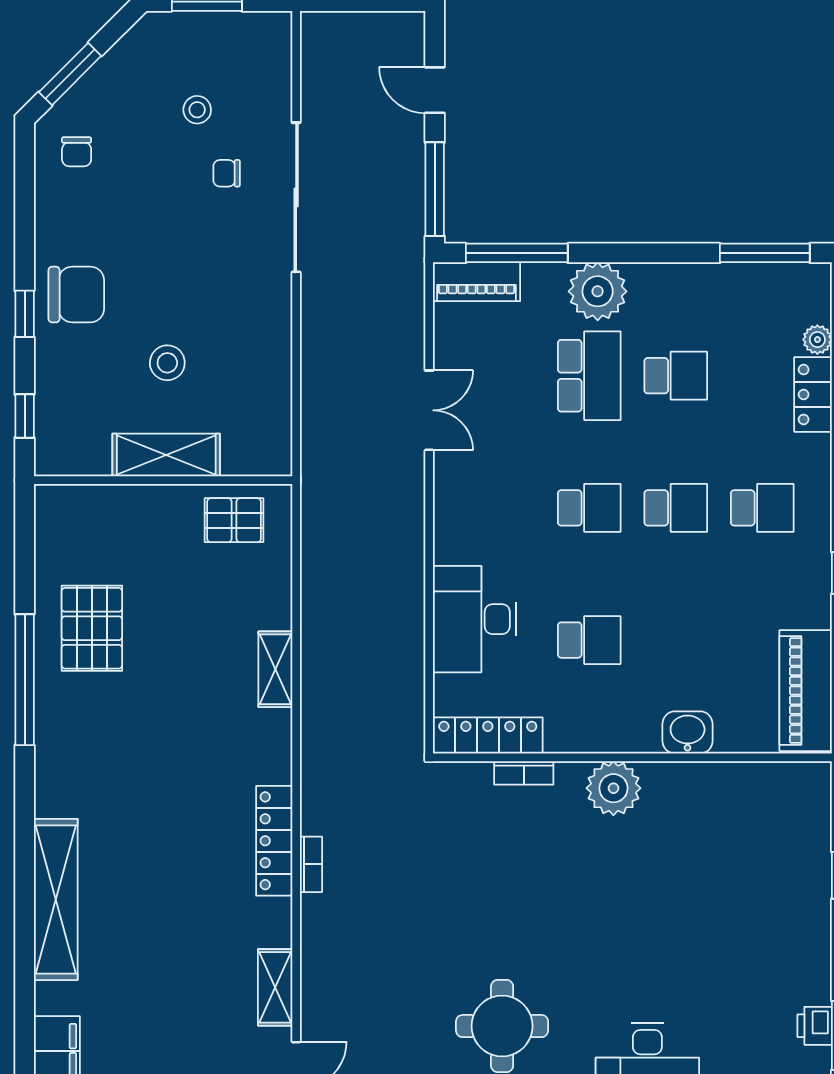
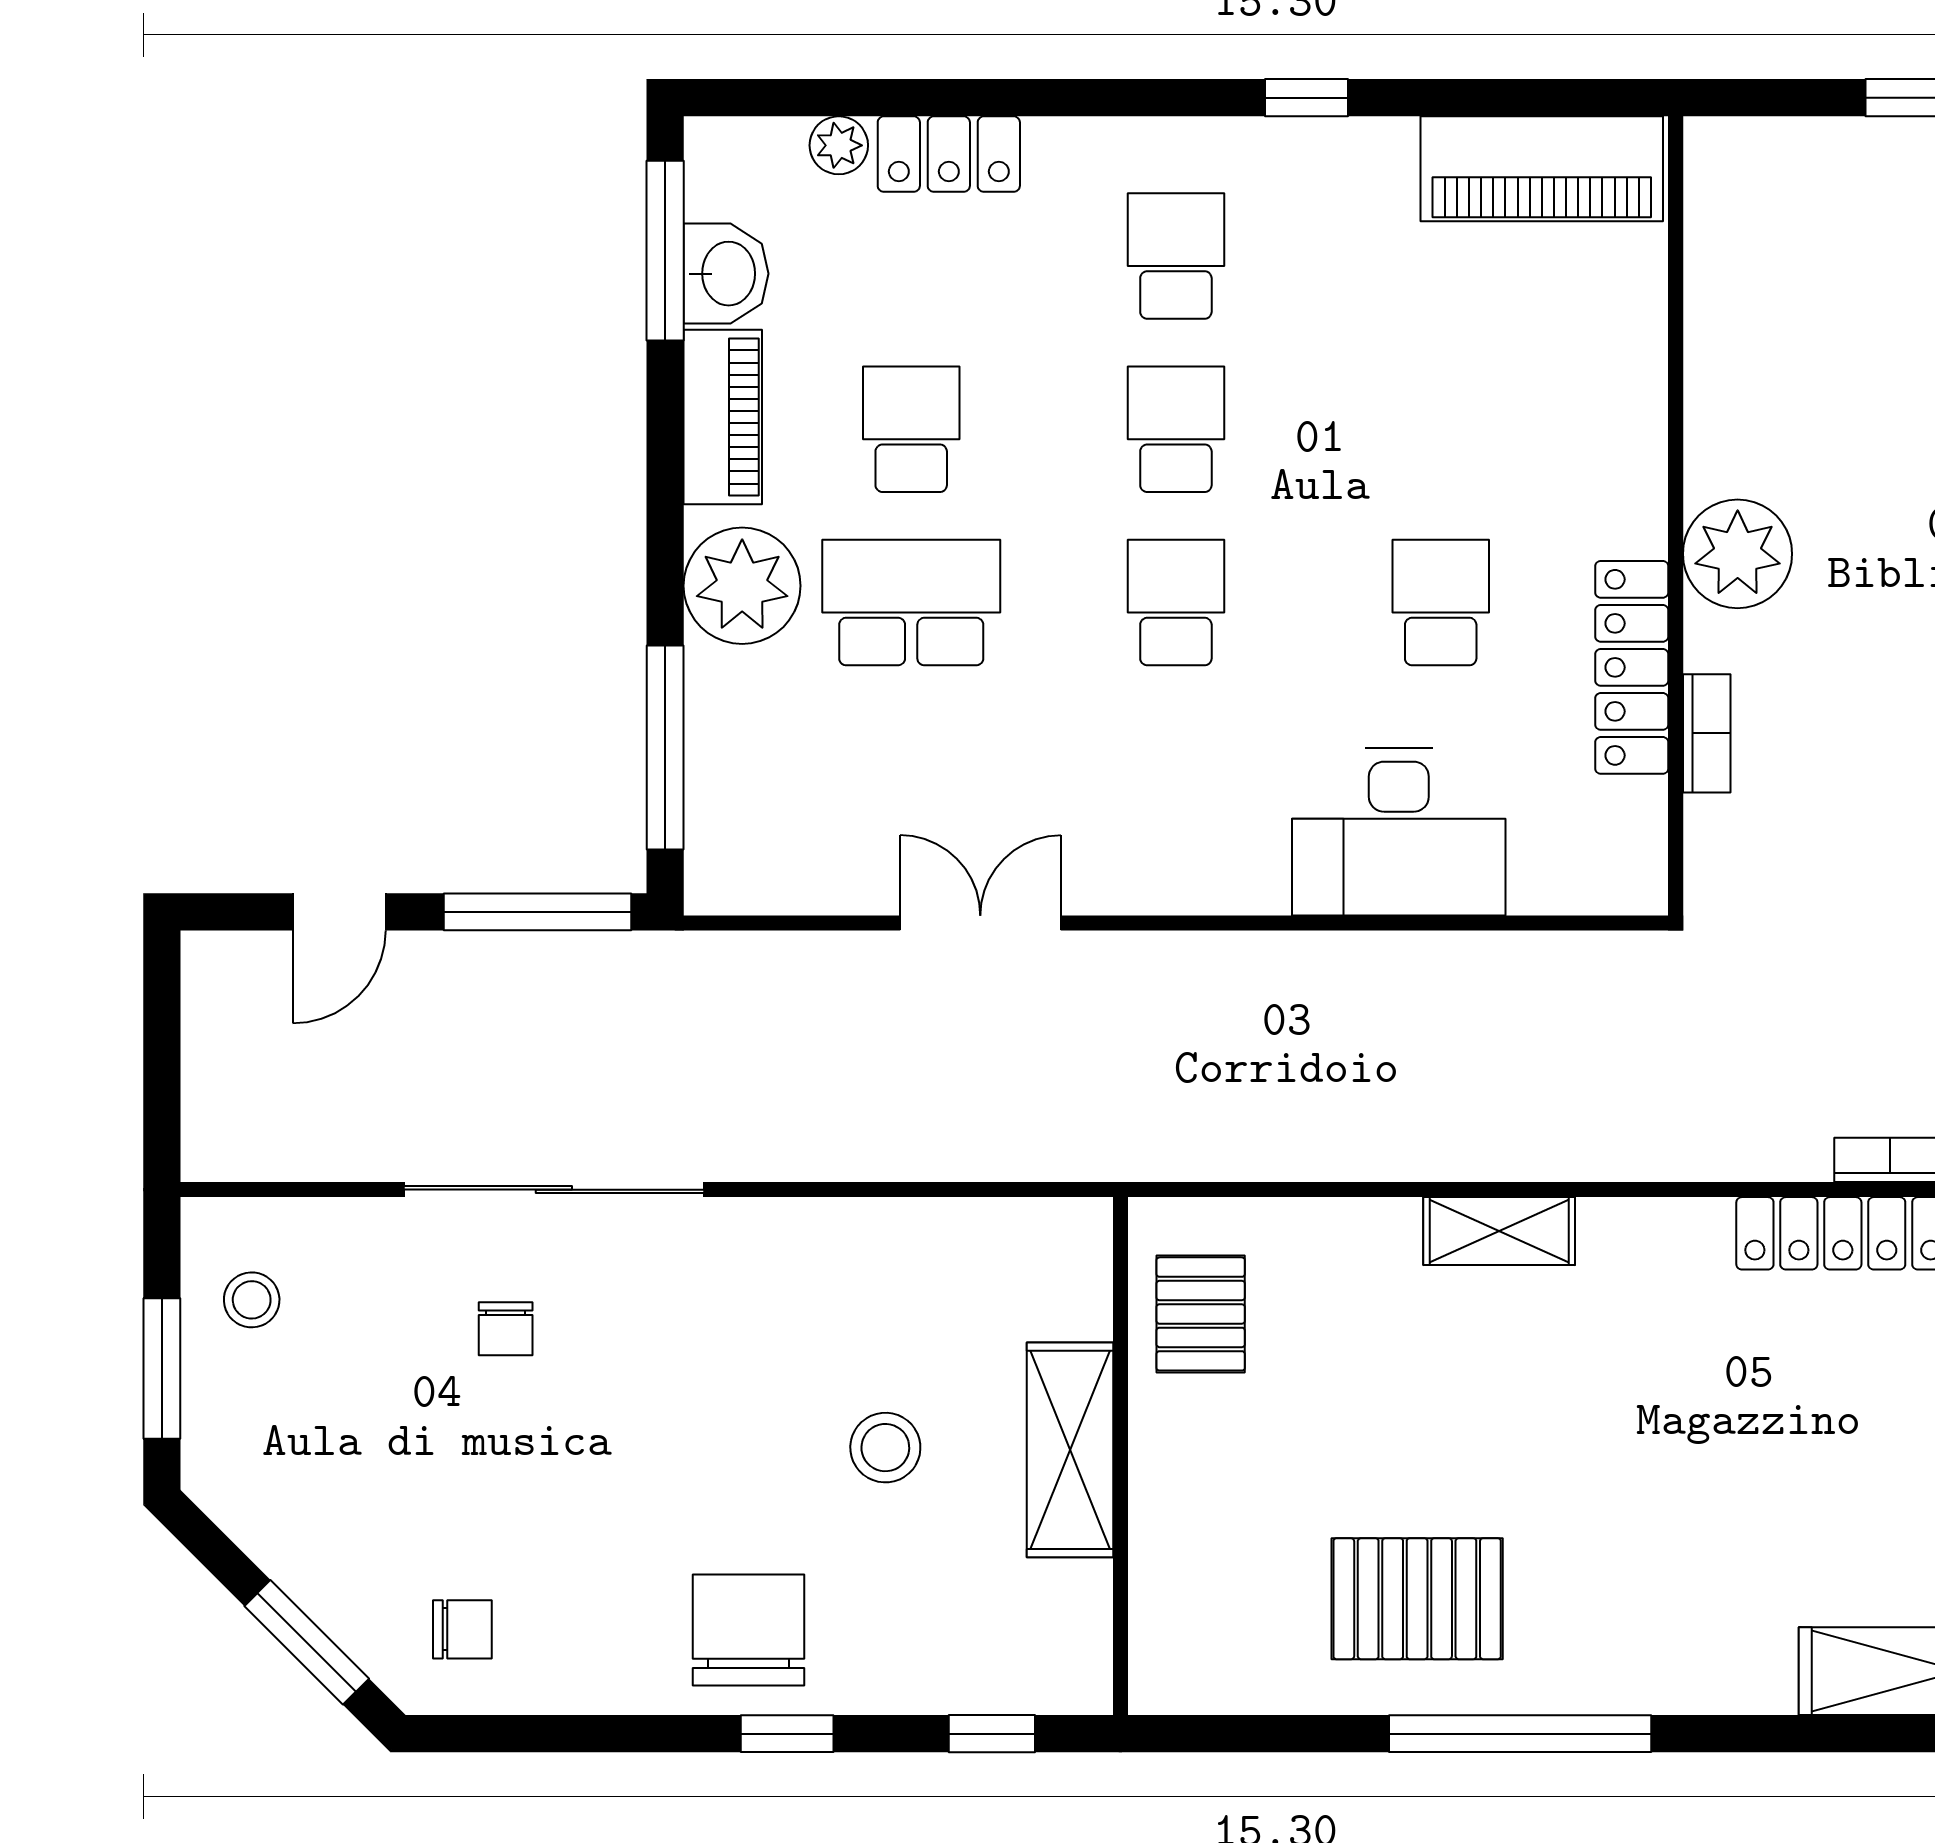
stool: (197, 110) -> (252, 1300), moved
piano: (477, 282) -> (723, 417), moved
washbasin: (688, 732) -> (726, 274), moved, turned 180
locker: (488, 735) -> (1632, 667), moved

